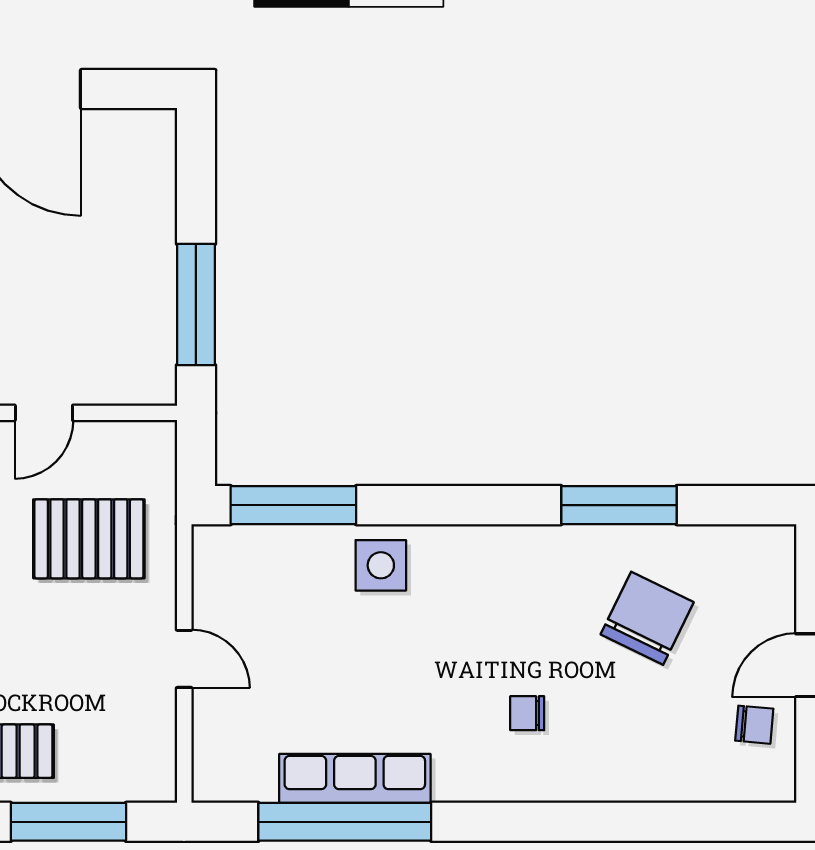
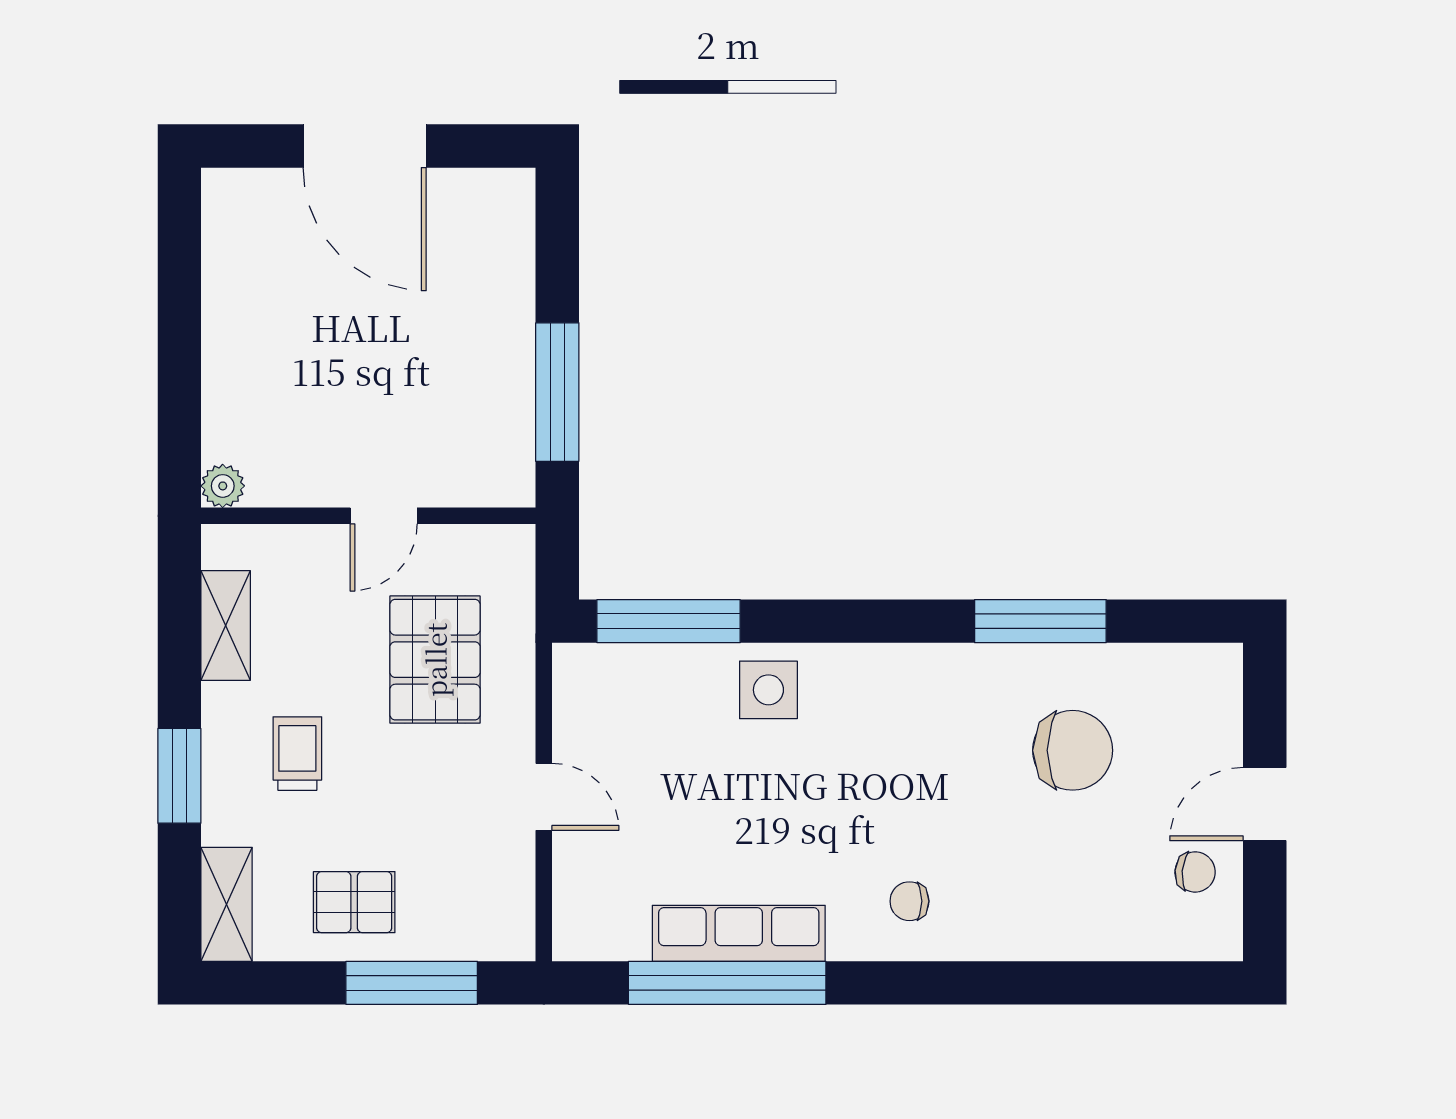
pallet: (89, 539) -> (435, 660), turned 90
chair: (647, 618) -> (1073, 750), turned 64
chair: (527, 713) -> (909, 901), moved

